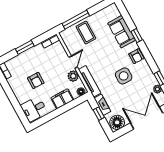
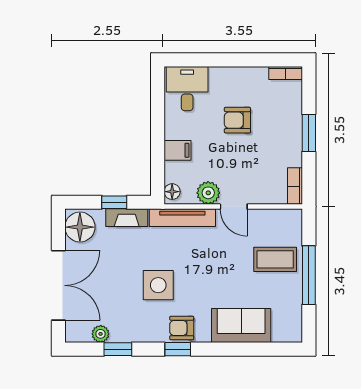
window: (76, 20) -> (309, 275), moved
window: (137, 36) -> (178, 349), moved
filing cabinet: (62, 99) -> (178, 150), width x0.50

